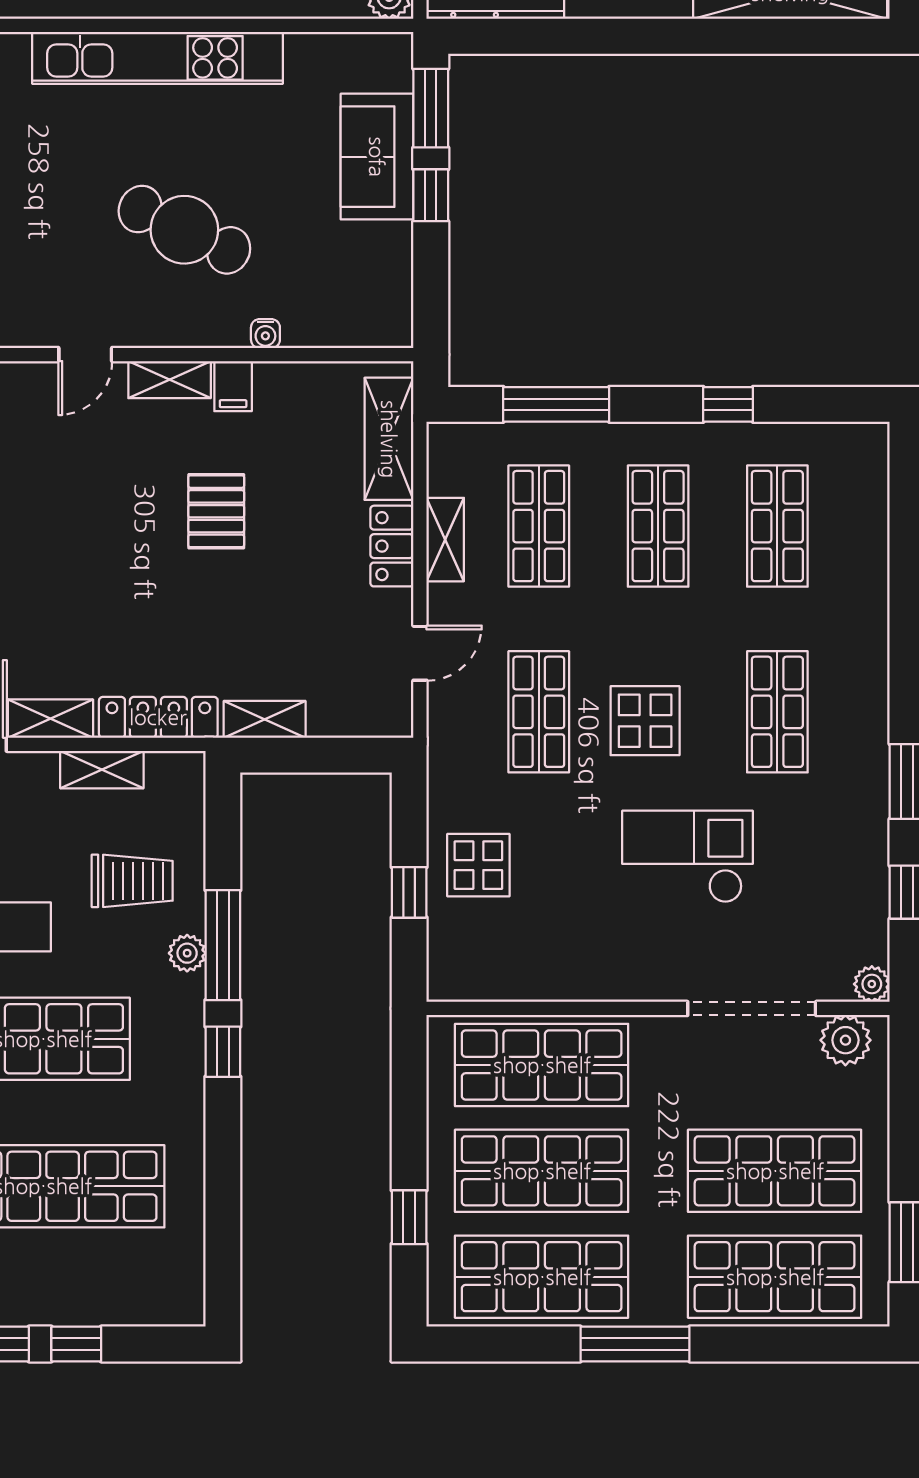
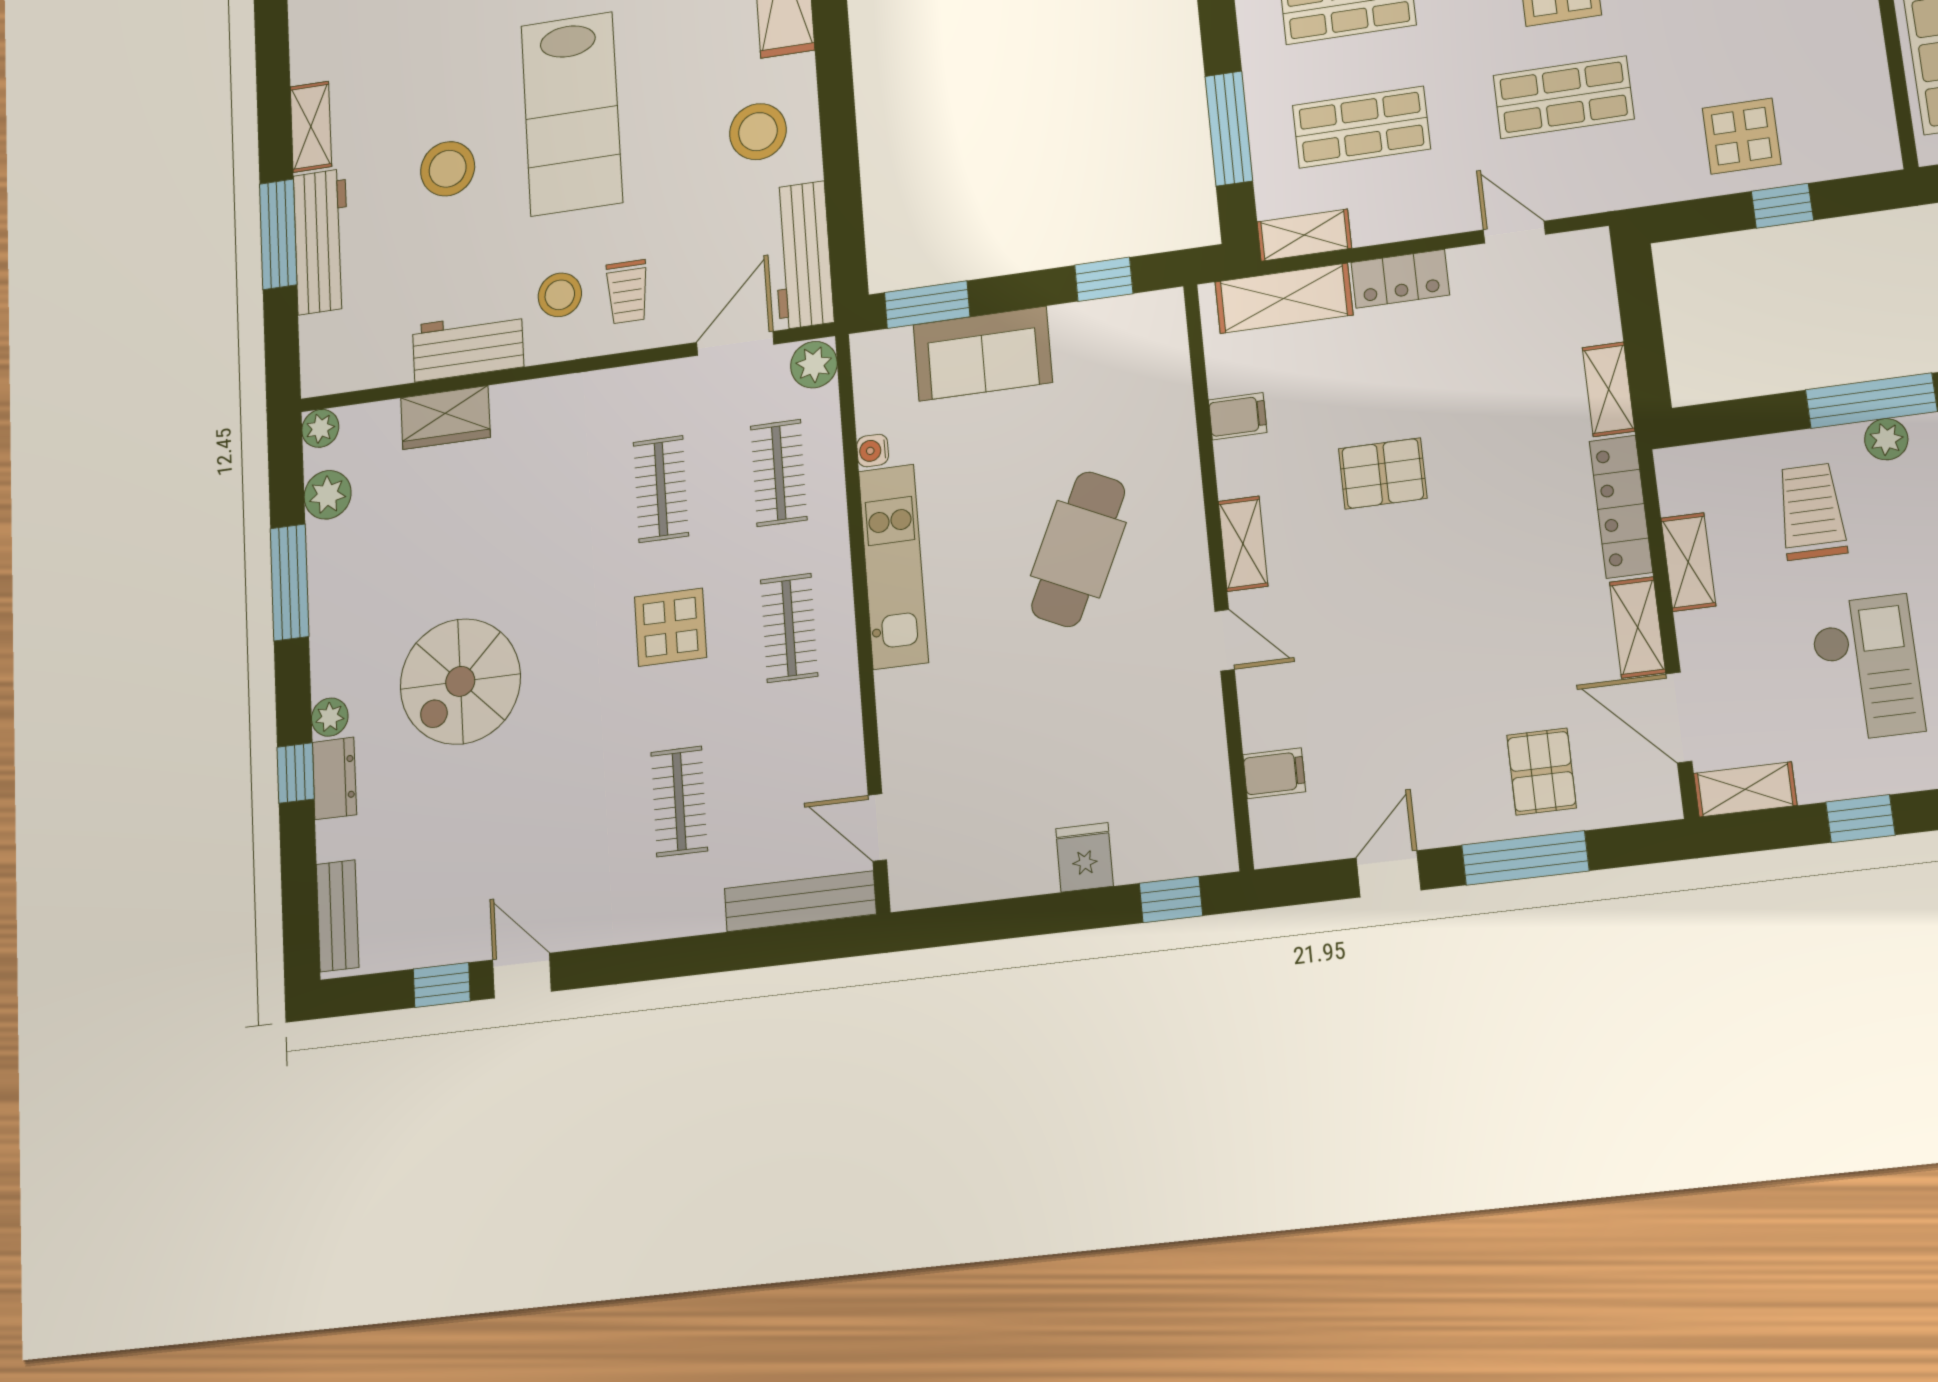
kitchen unit: (157, 58) -> (893, 566), width x0.73
window: (431, 195) -> (1104, 279), moved
water cooler: (265, 334) -> (873, 451), moved, turned 180
filing cabinet: (233, 386) -> (1238, 416), moved
shelving: (445, 540) -> (1304, 235), moved

